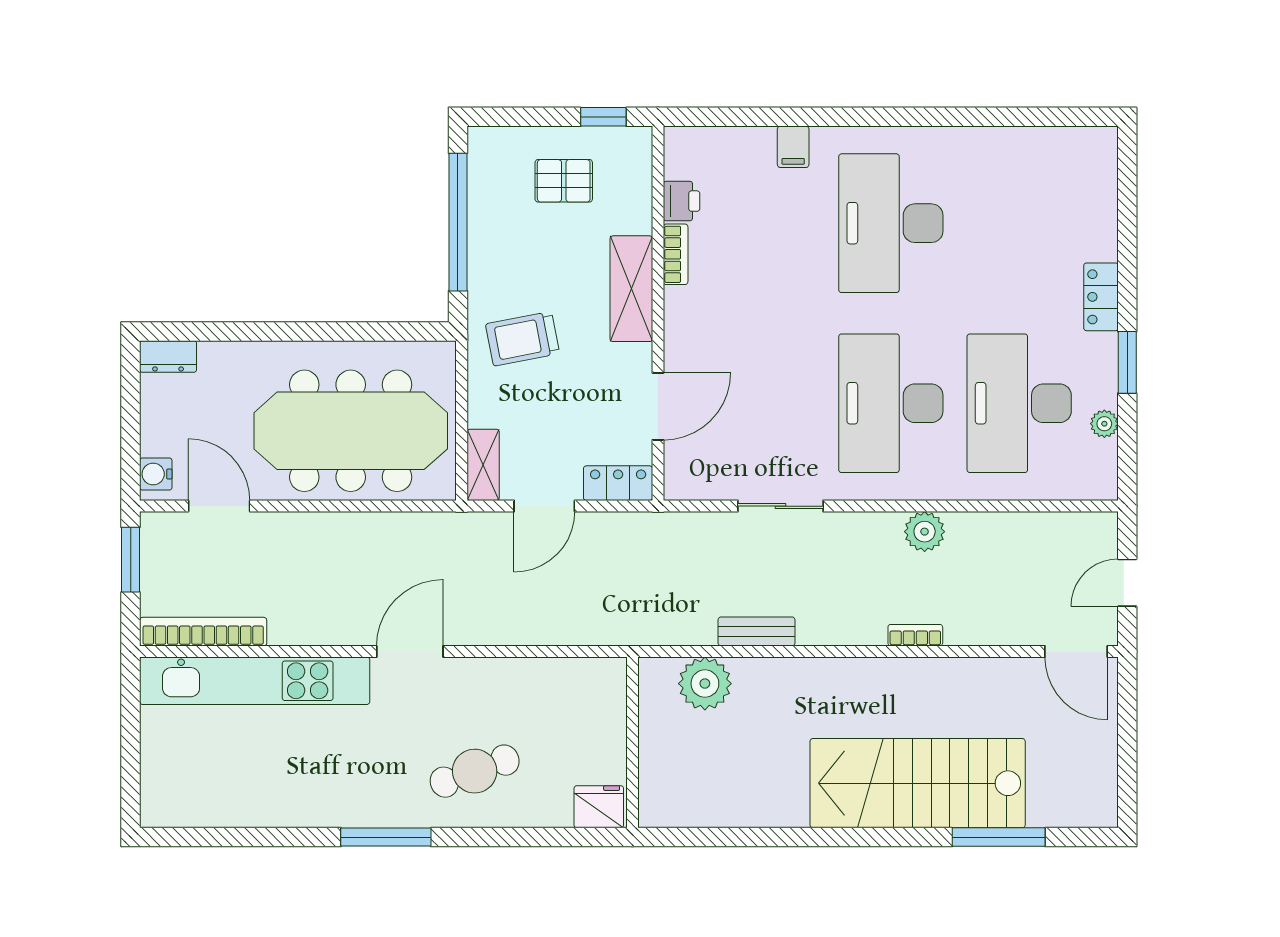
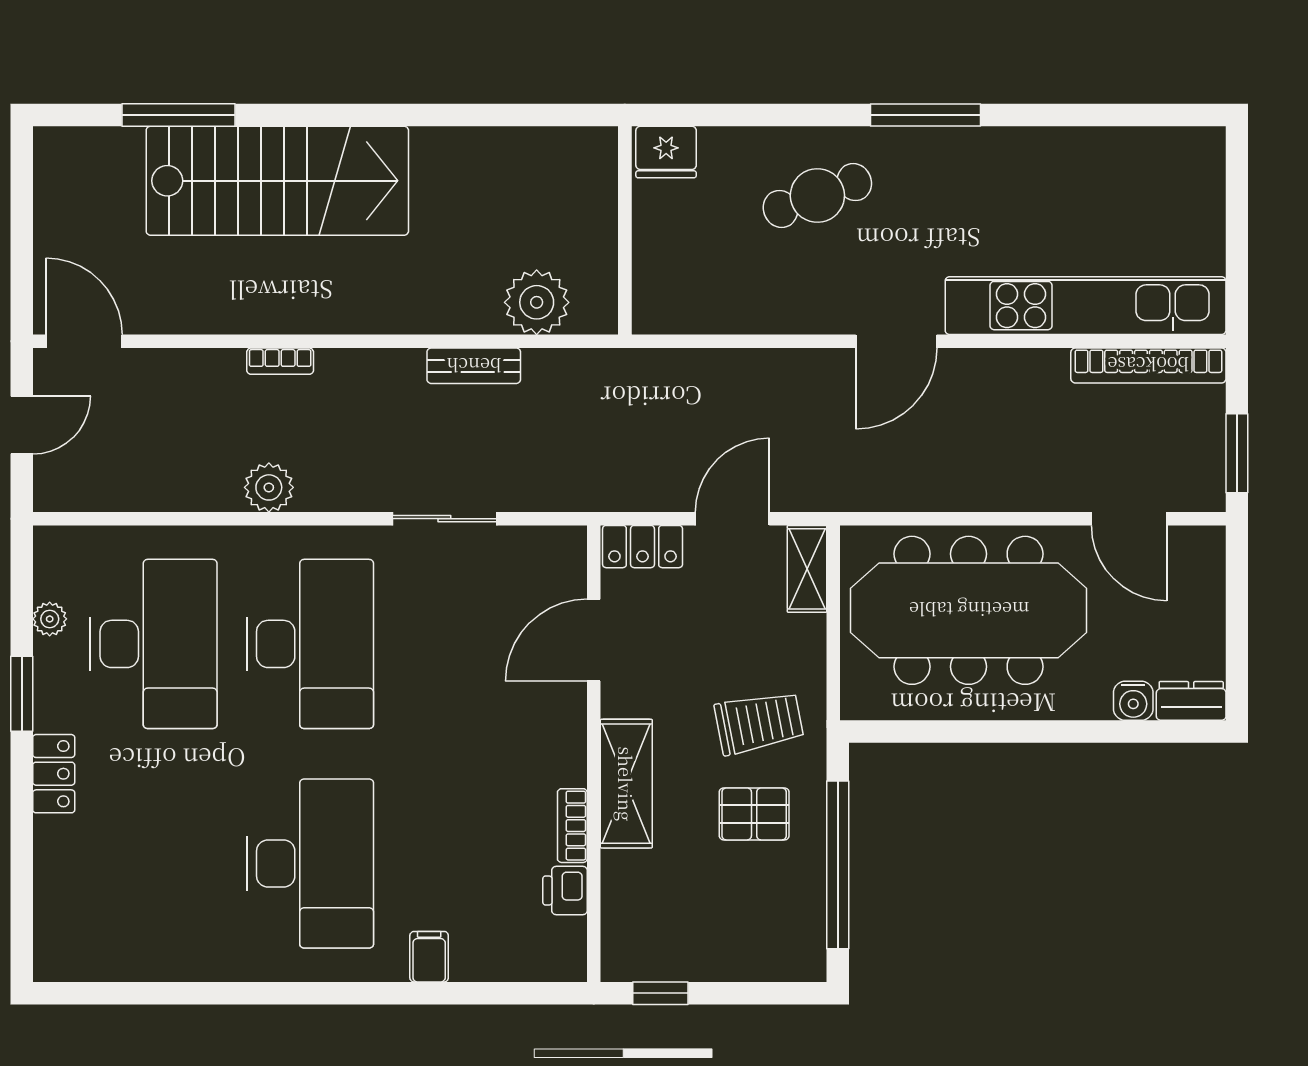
pallet: (564, 181) -> (754, 814), moved
water cooler: (156, 474) -> (1133, 701), moved, turned 90

